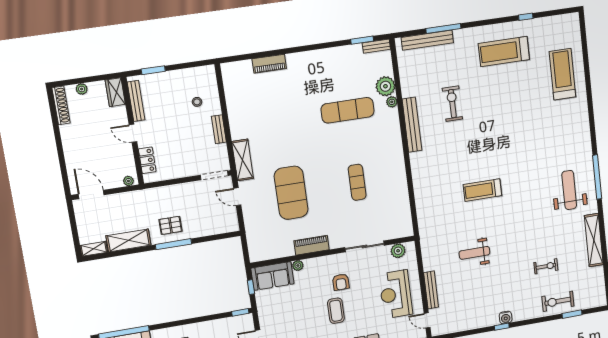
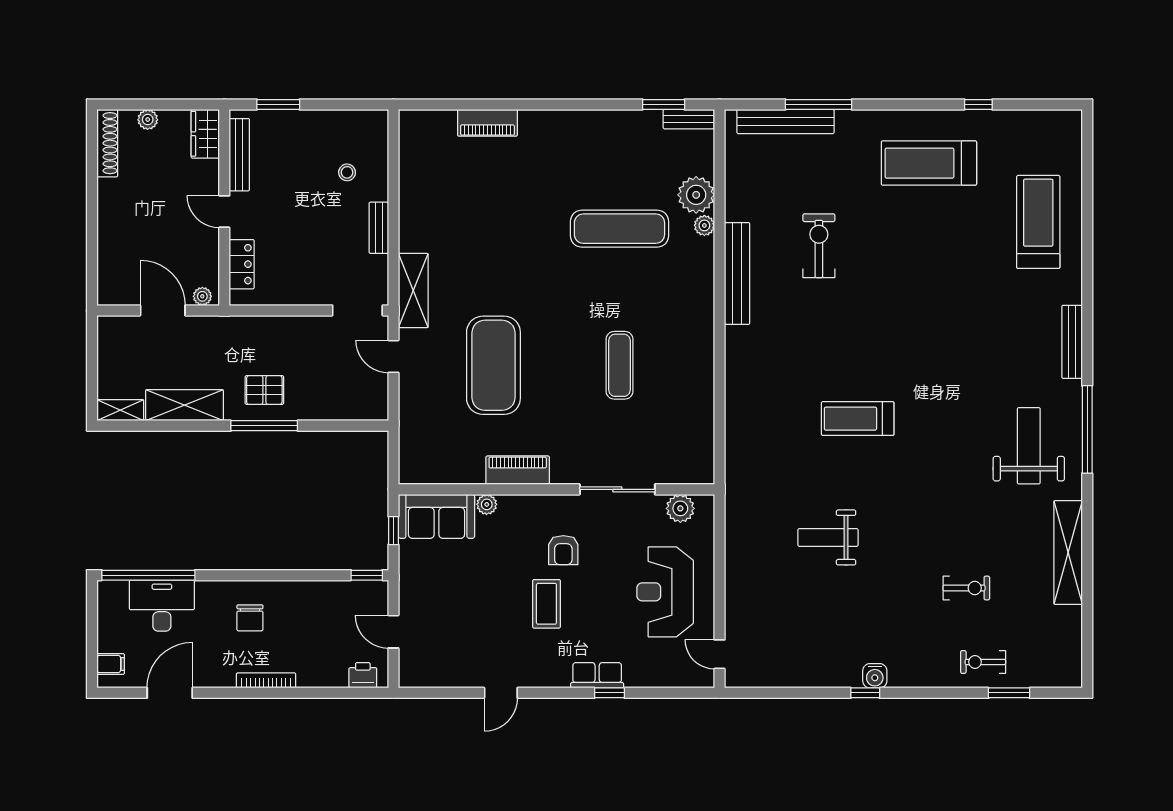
door: (91, 195) -> (163, 310), moved
bench: (431, 290) -> (1072, 342), moved
exercise bike: (558, 301) -> (983, 662), width x0.73, depth x0.72

